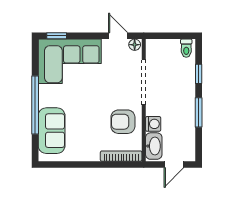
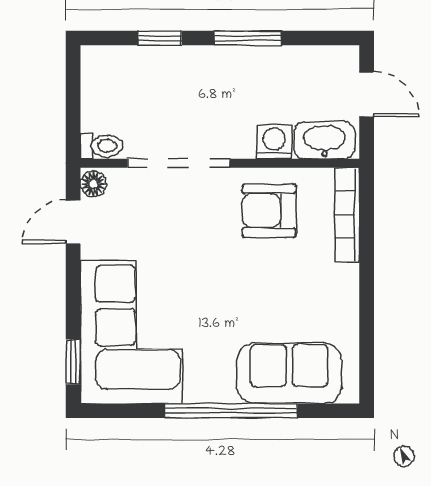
toilet: (186, 48) -> (101, 146), moved
armchair: (123, 122) -> (269, 211), turned 90

